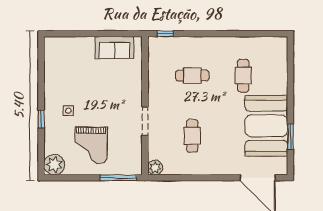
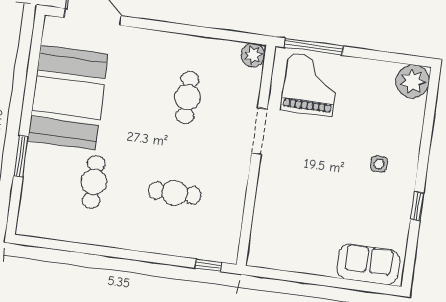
sofa: (114, 47) -> (368, 265), moved
window: (41, 119) -> (417, 206), moved
window: (290, 136) -> (21, 156), moved
grand piano: (91, 145) -> (310, 84), moved

